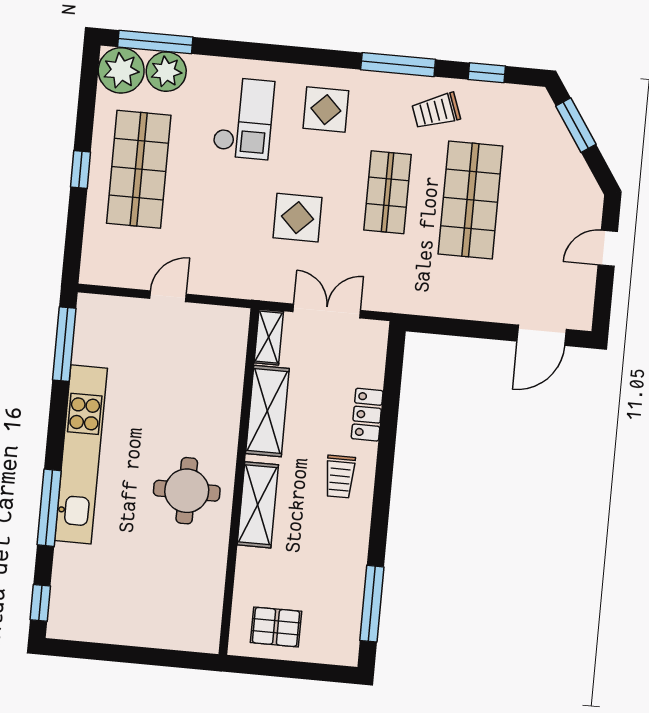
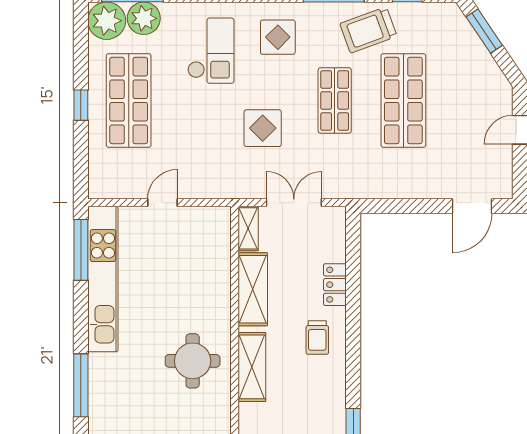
trolley: (436, 111) -> (368, 30), width x1.36, depth x1.39
kitchen unit: (81, 454) -> (103, 279), moved

